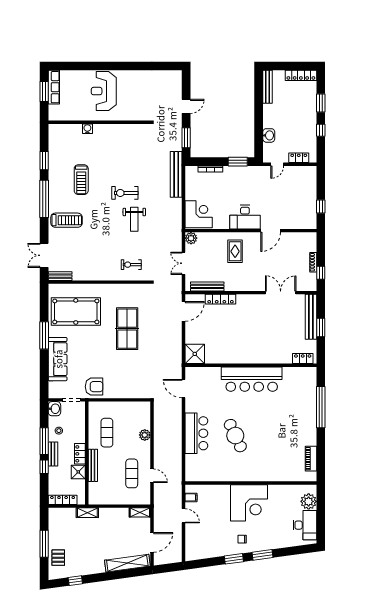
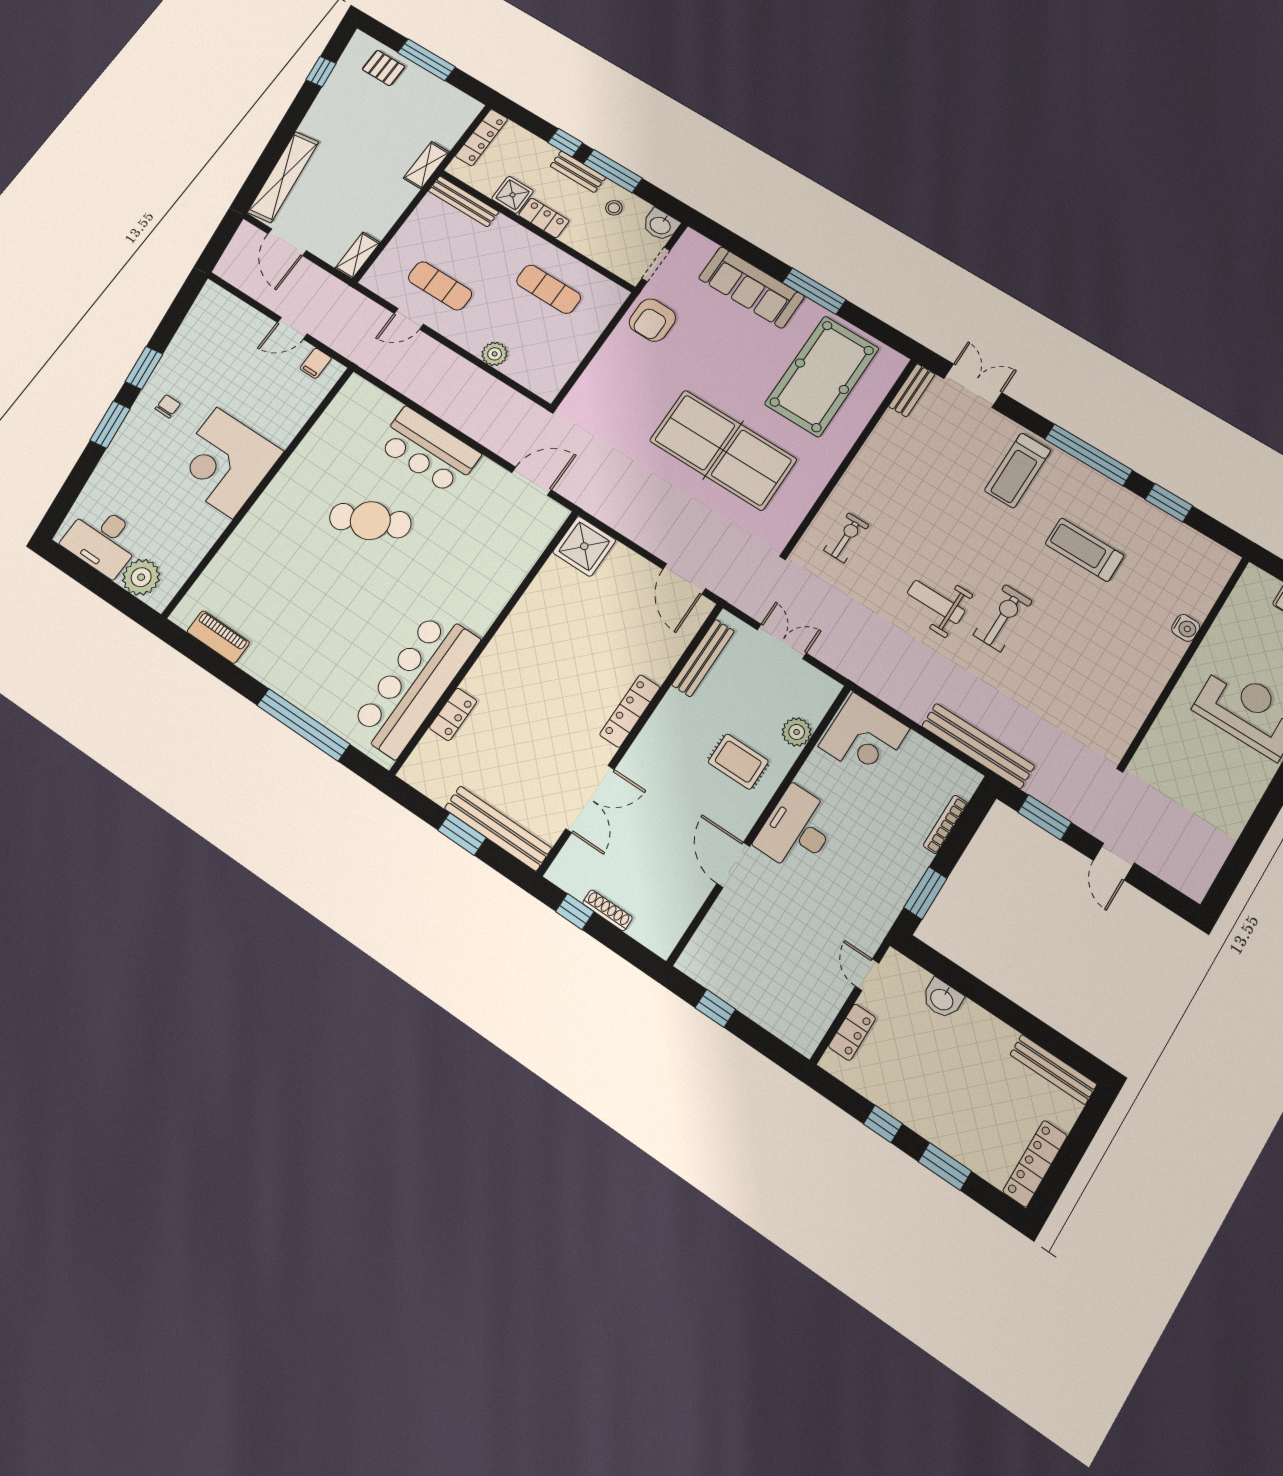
plant: (191, 238) -> (797, 732), moved
locker: (221, 299) -> (630, 711), moved
table tennis table: (127, 329) -> (723, 450), width x1.36, depth x1.32
locker: (303, 359) -> (453, 714), moved
bar counter: (252, 379) -> (415, 683), moved
bench: (93, 465) -> (463, 201), moved

